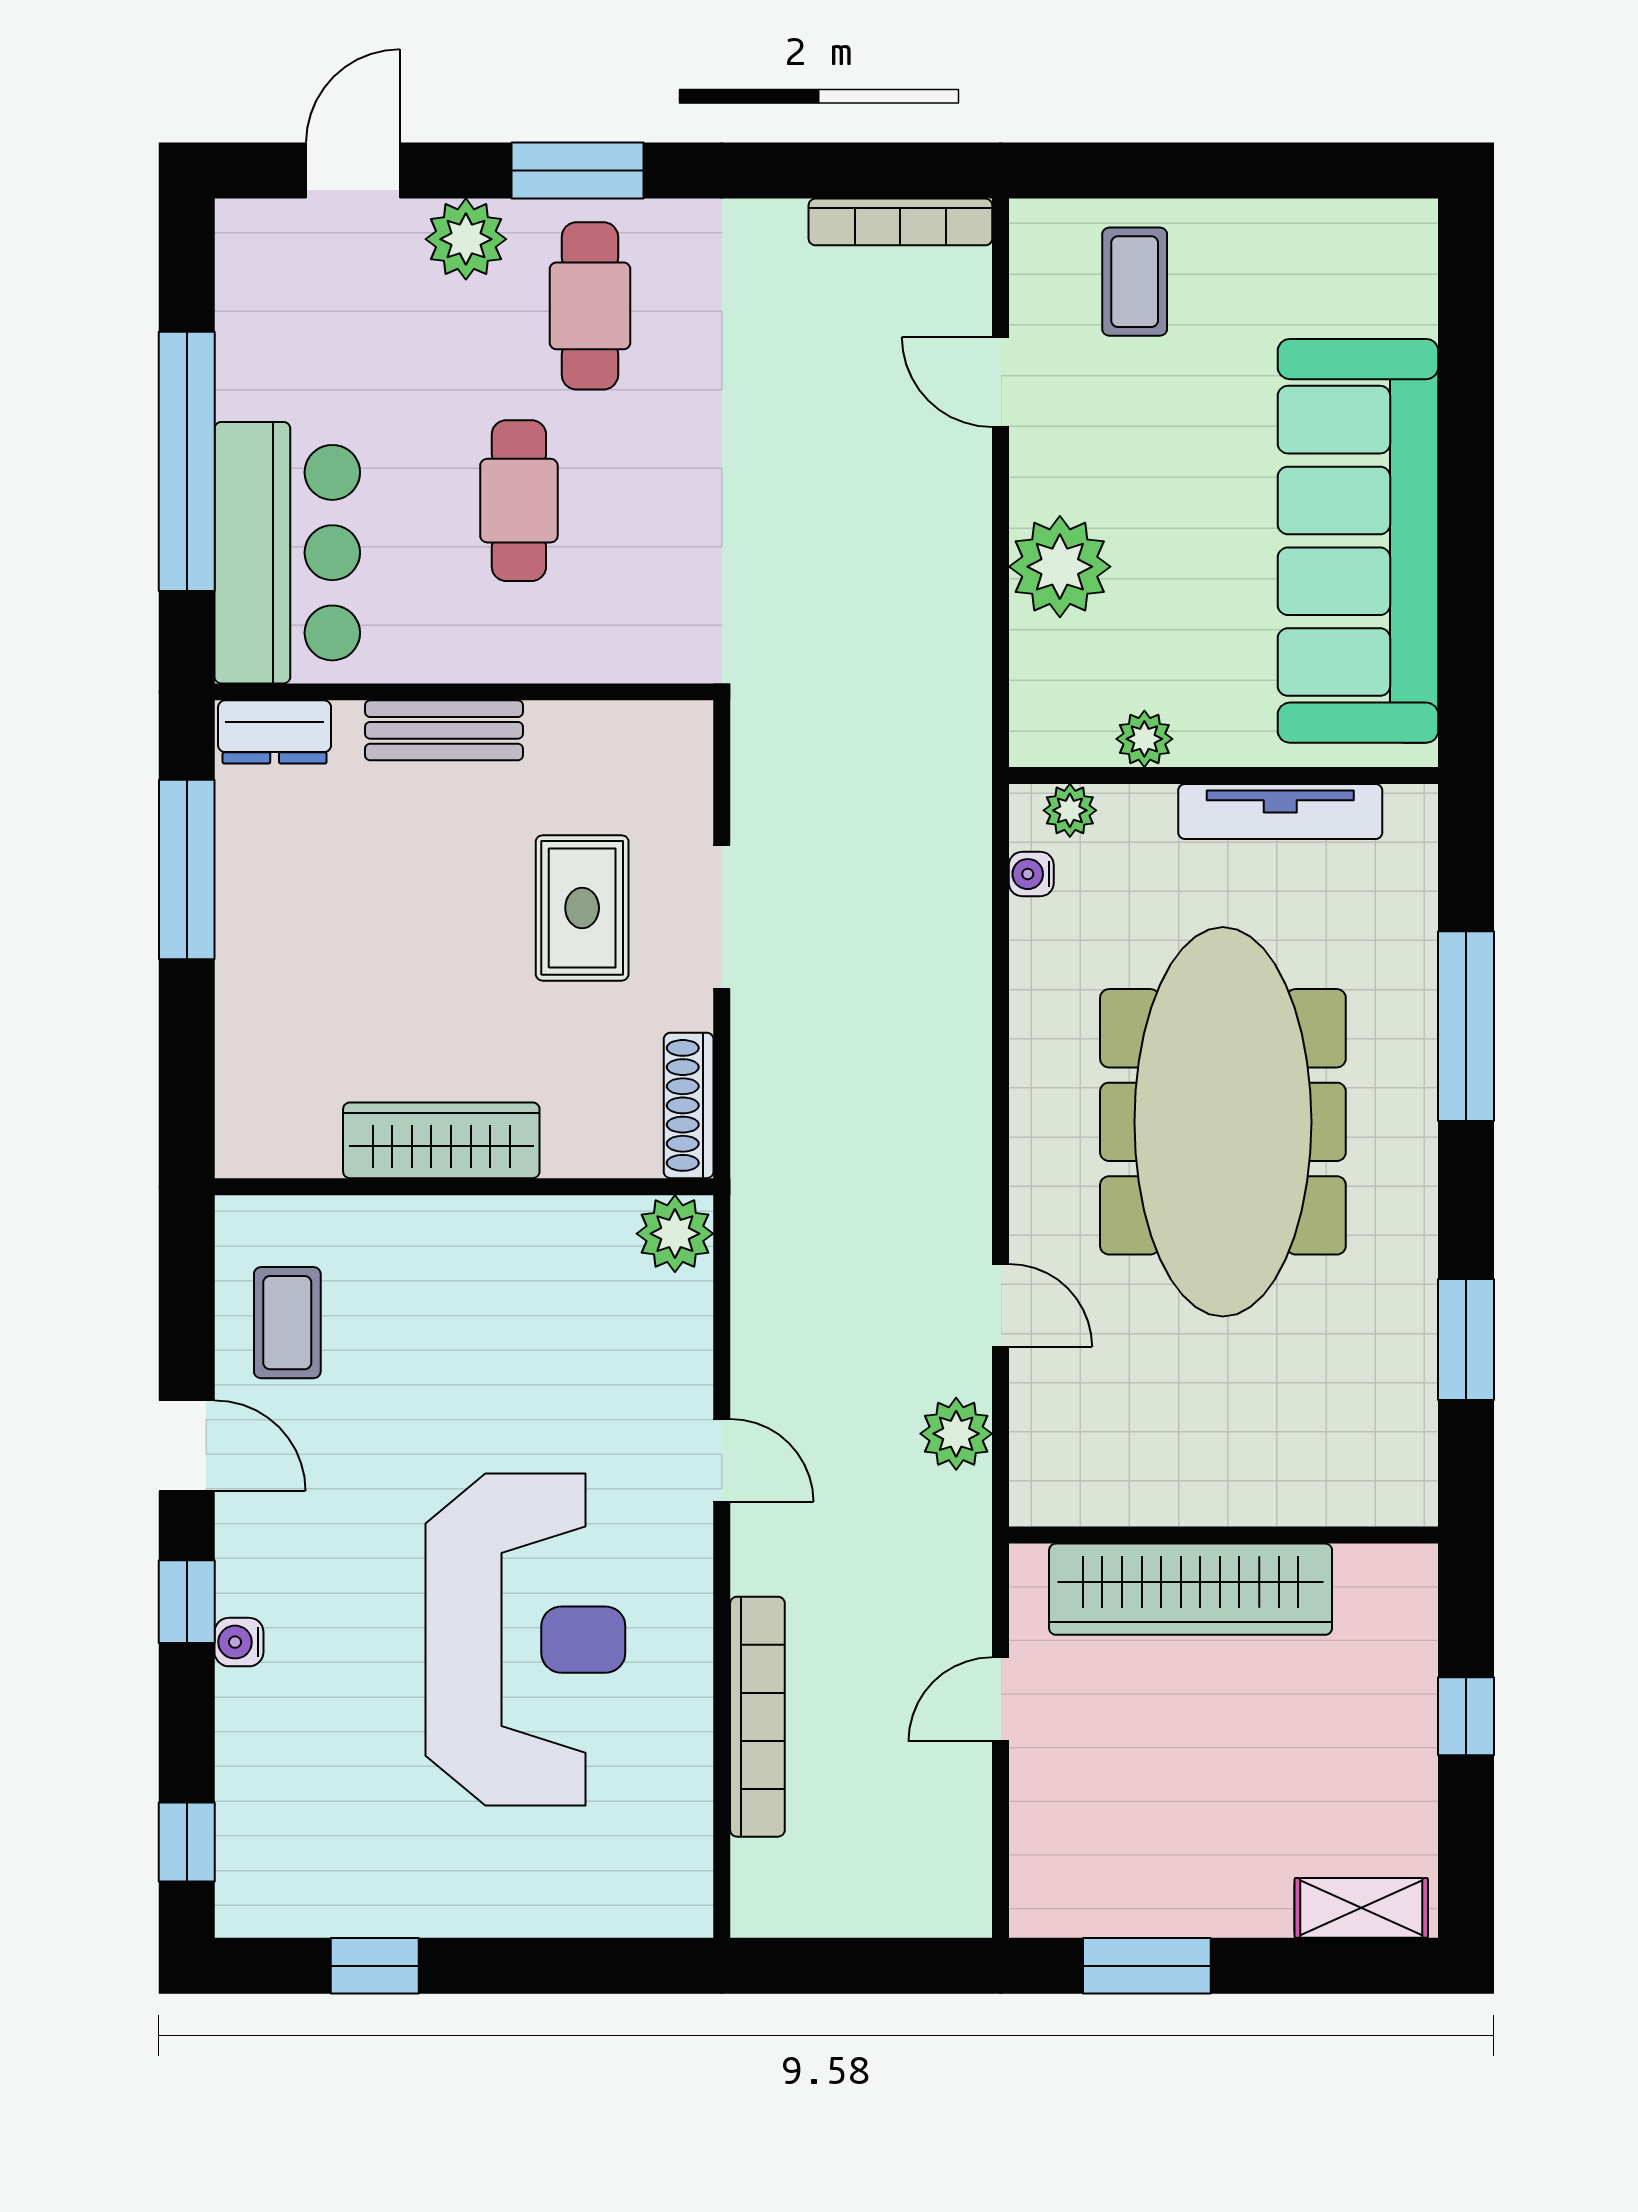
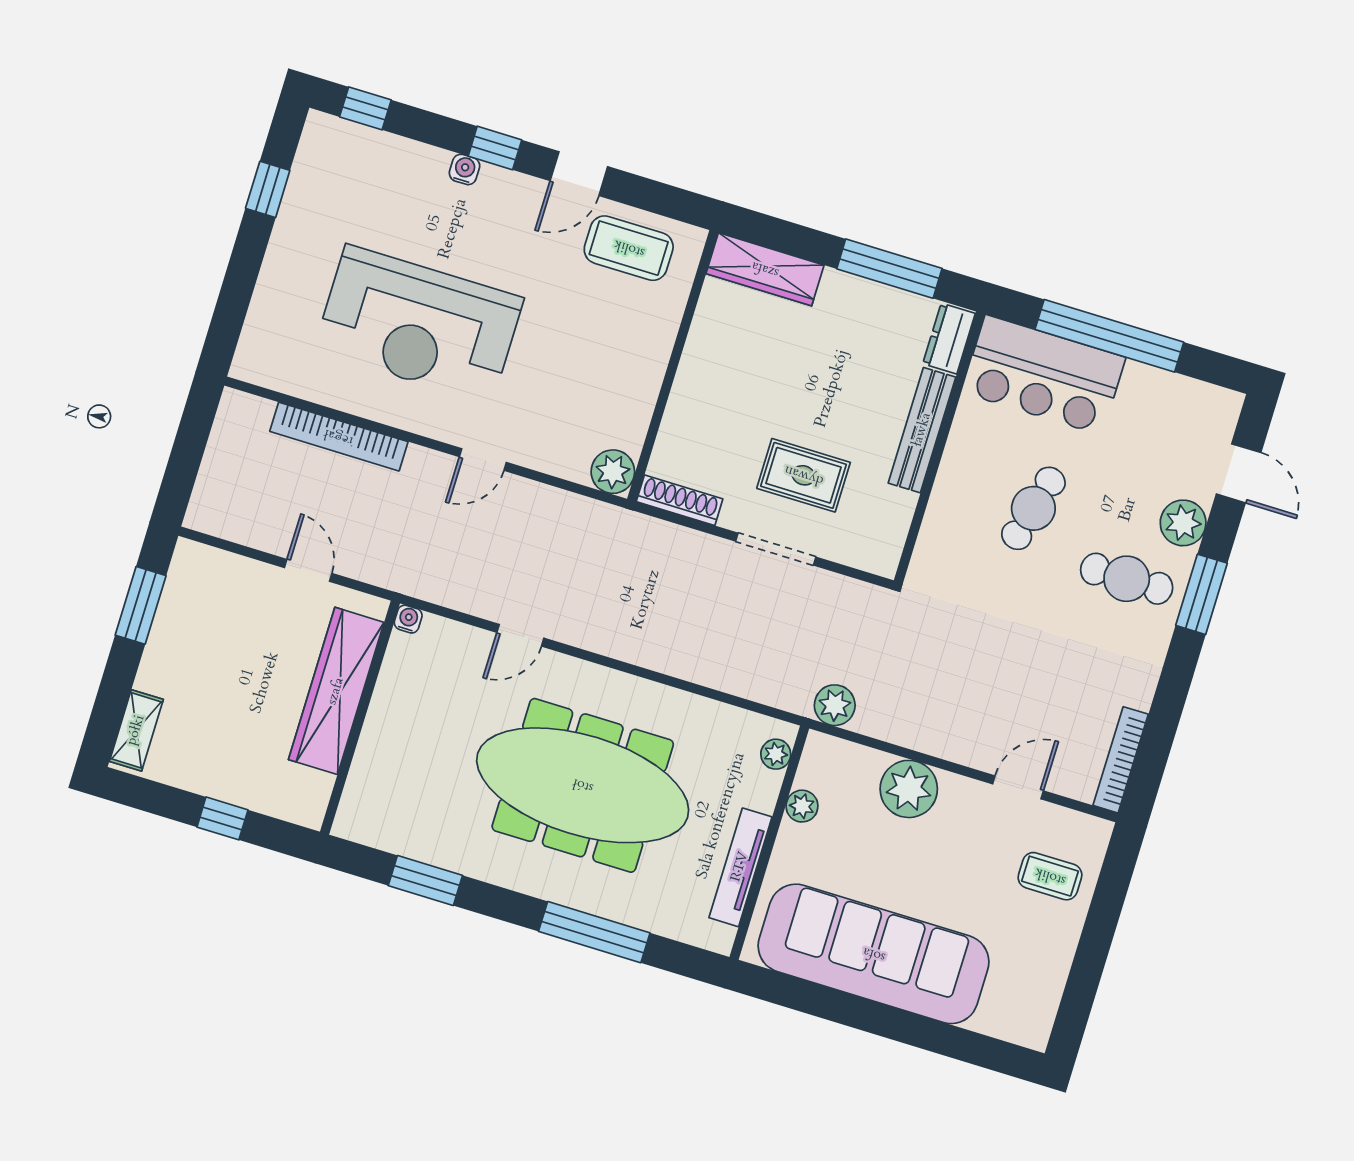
cafe table: (519, 501) -> (1033, 508), turned -75
bench: (444, 730) -> (922, 430), width x1.36
water cooler: (1031, 874) -> (408, 619), moved
wardrobe: (441, 1140) -> (765, 269), moved, turned 90
coffee table: (287, 1323) -> (629, 248), width x1.36, depth x1.30
plant: (956, 1434) -> (835, 705), moved

